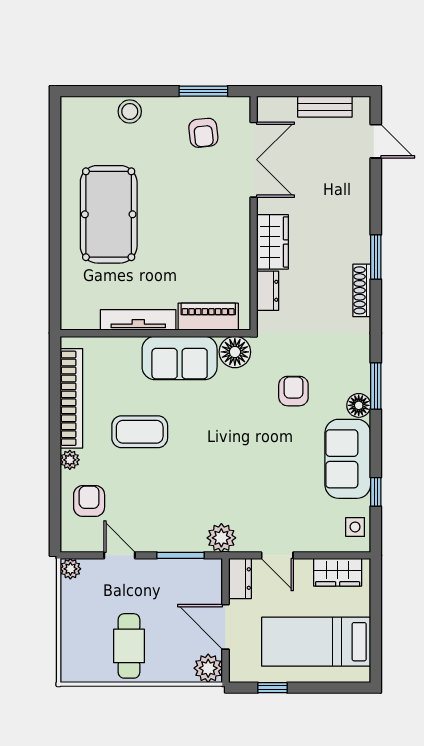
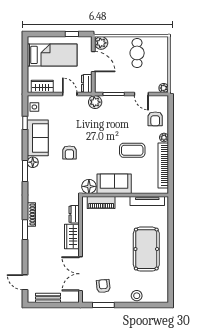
tv unit: (138, 320) -> (147, 201), moved
armchair: (293, 391) -> (69, 152), moved

